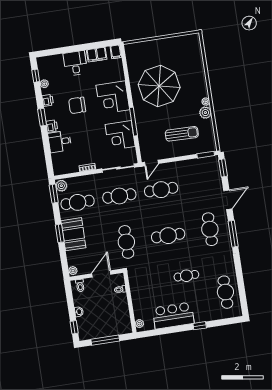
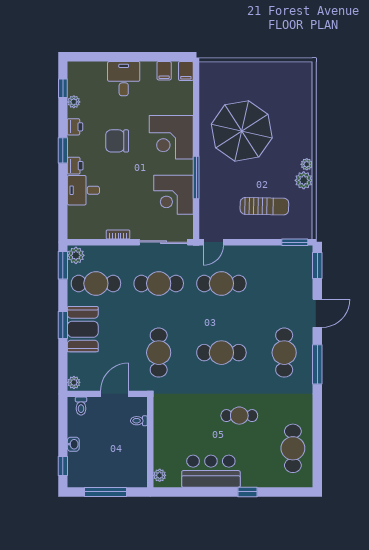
filing cabinet: (97, 55) -> (164, 71), width x0.50

